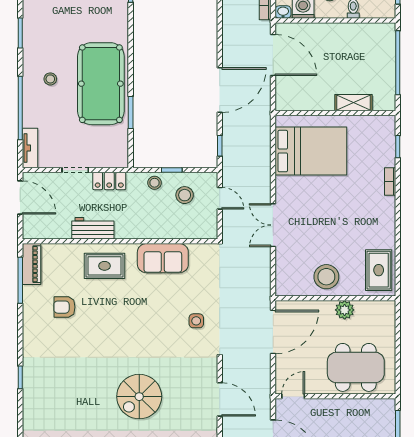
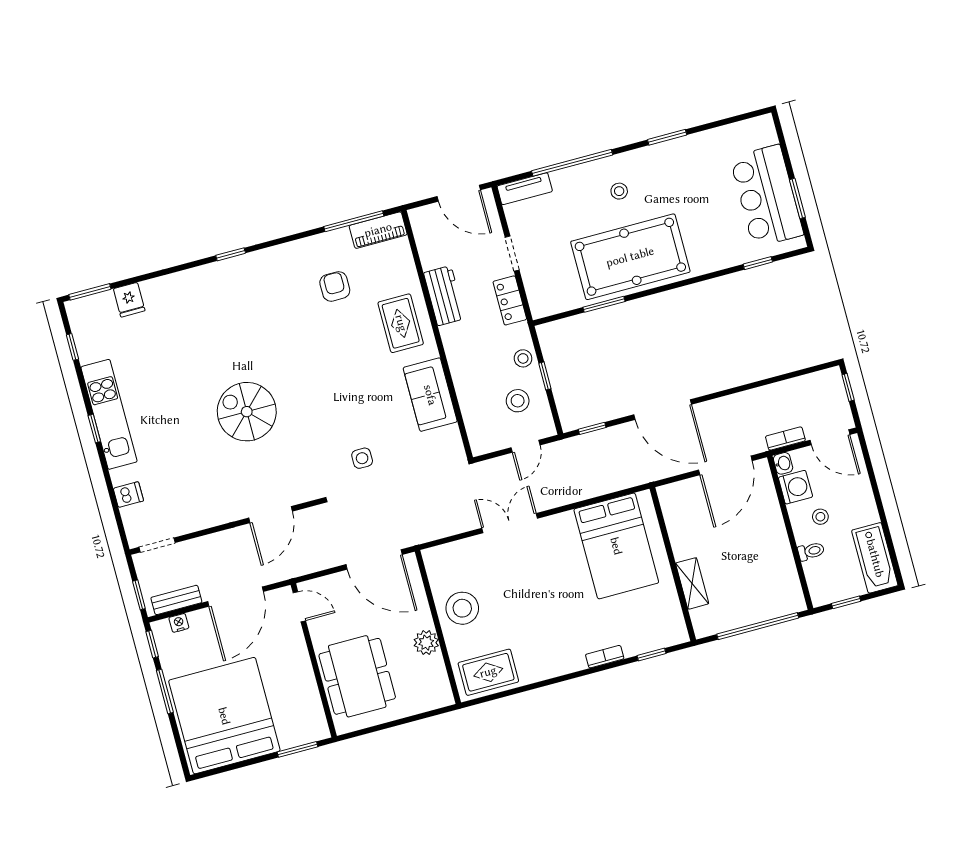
door: (20, 197) -> (459, 193), hinge flipped

